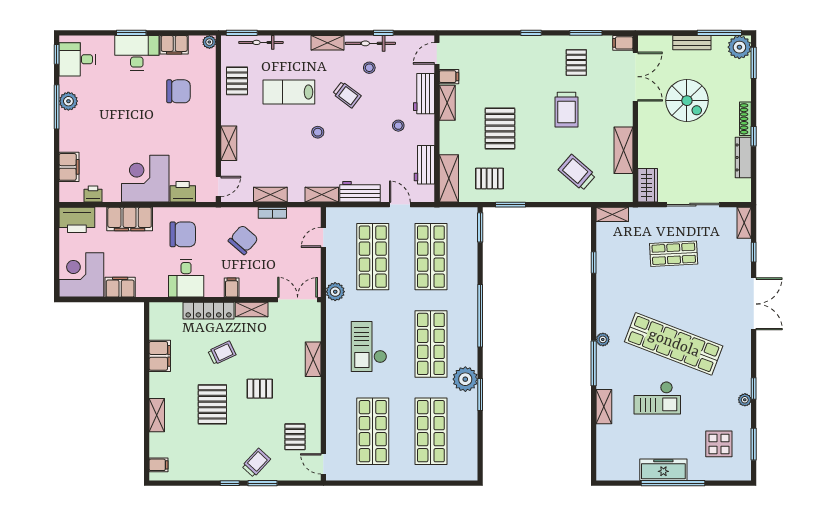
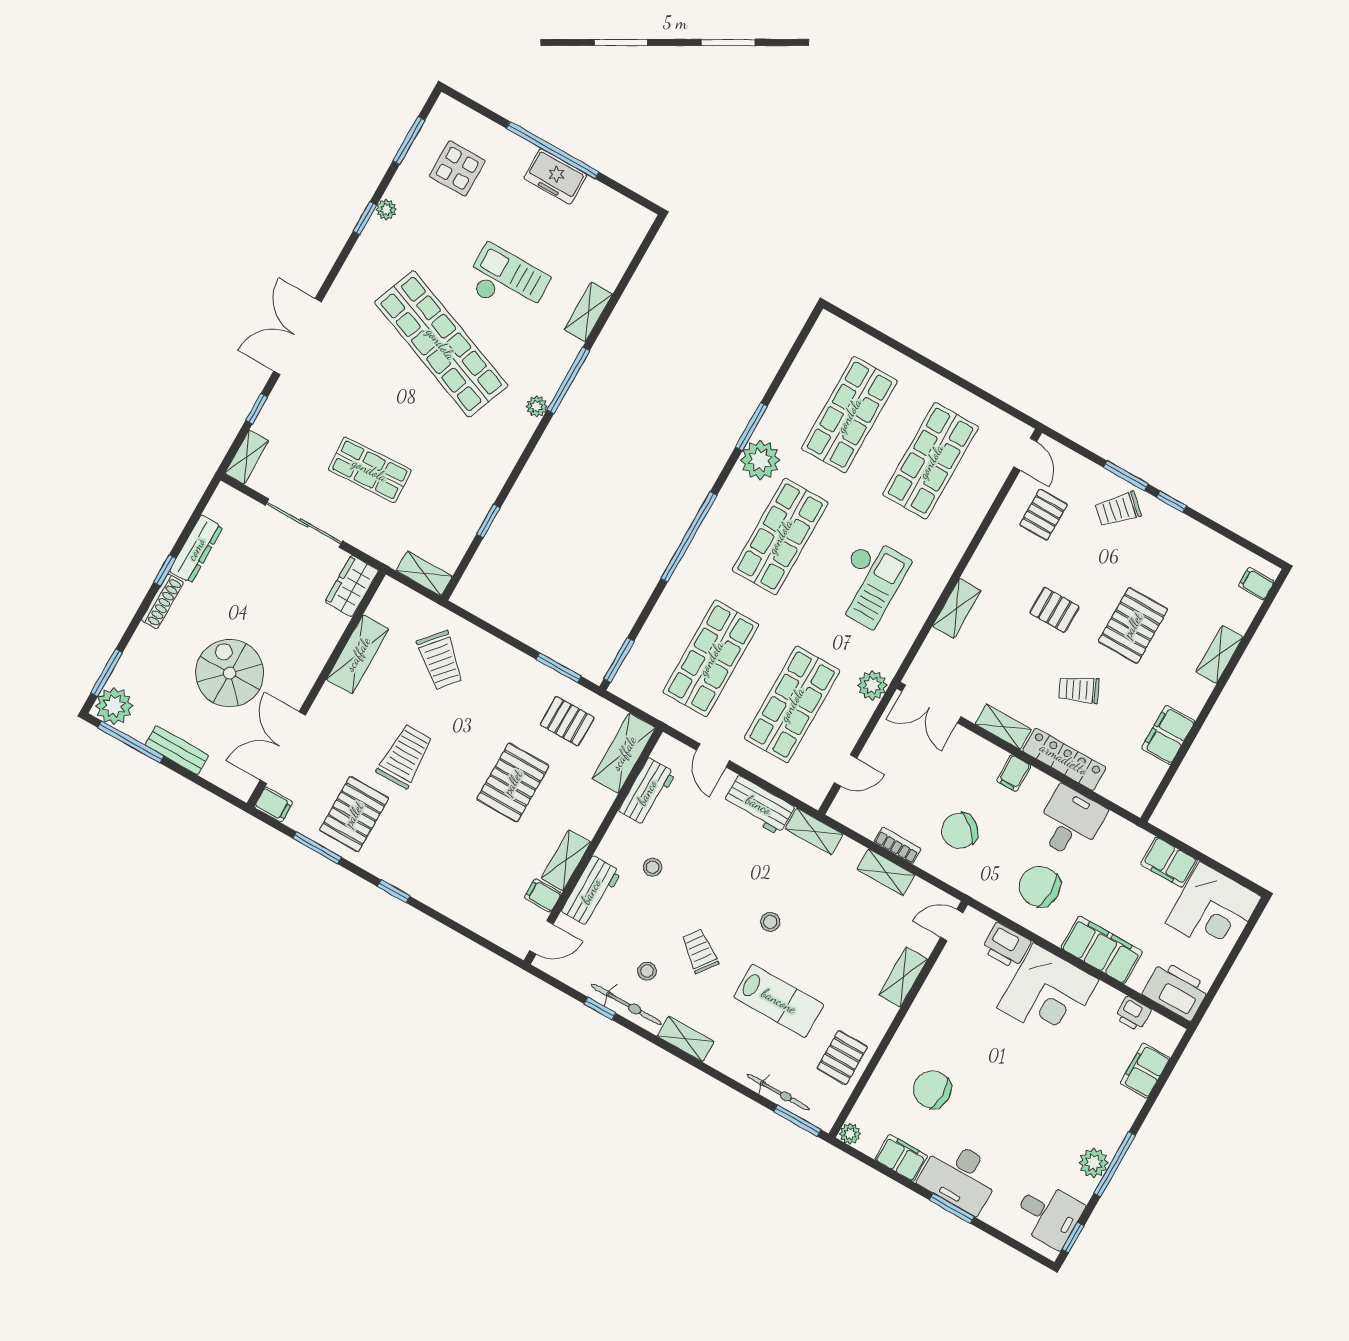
pallet: (576, 63) -> (354, 814), width x1.50, depth x1.42
freezer: (663, 470) -> (555, 176), width x0.71

